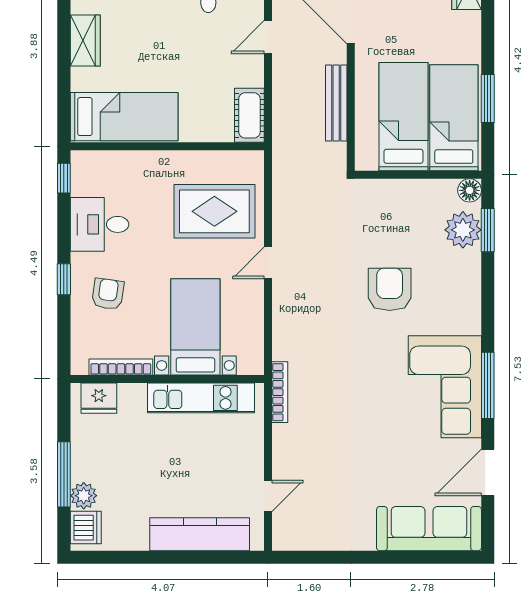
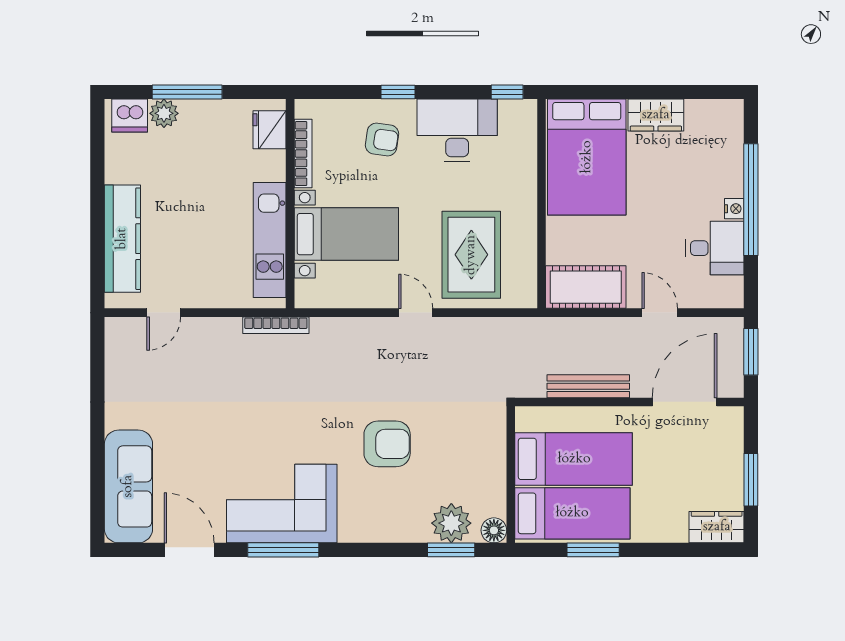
cot: (249, 115) -> (586, 287), width x1.37, depth x1.34
bed: (124, 117) -> (587, 157), width x1.50
desk: (100, 224) -> (457, 130), width x1.37
door: (268, 496) -> (164, 313), hinge flipped

